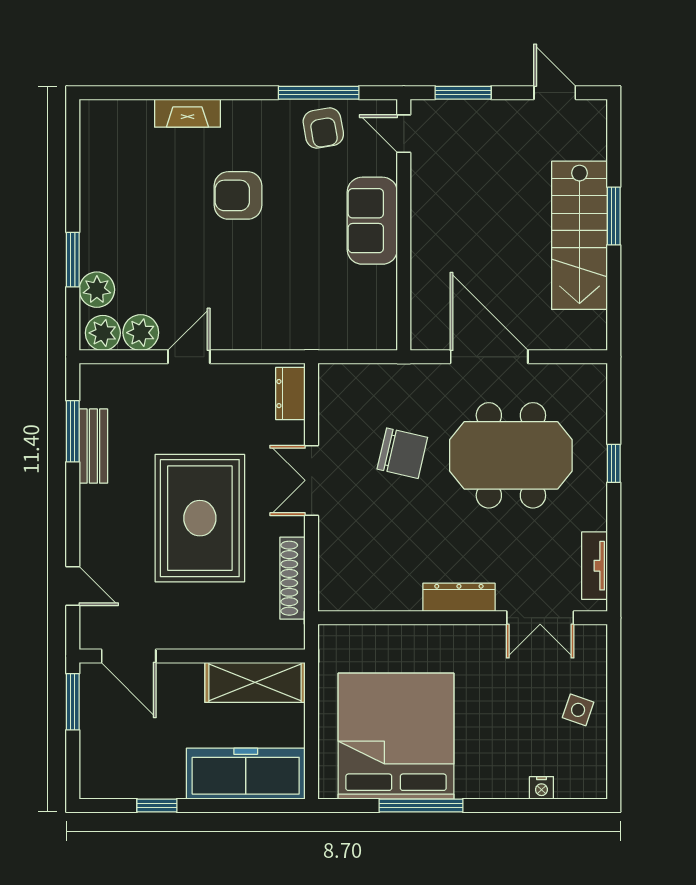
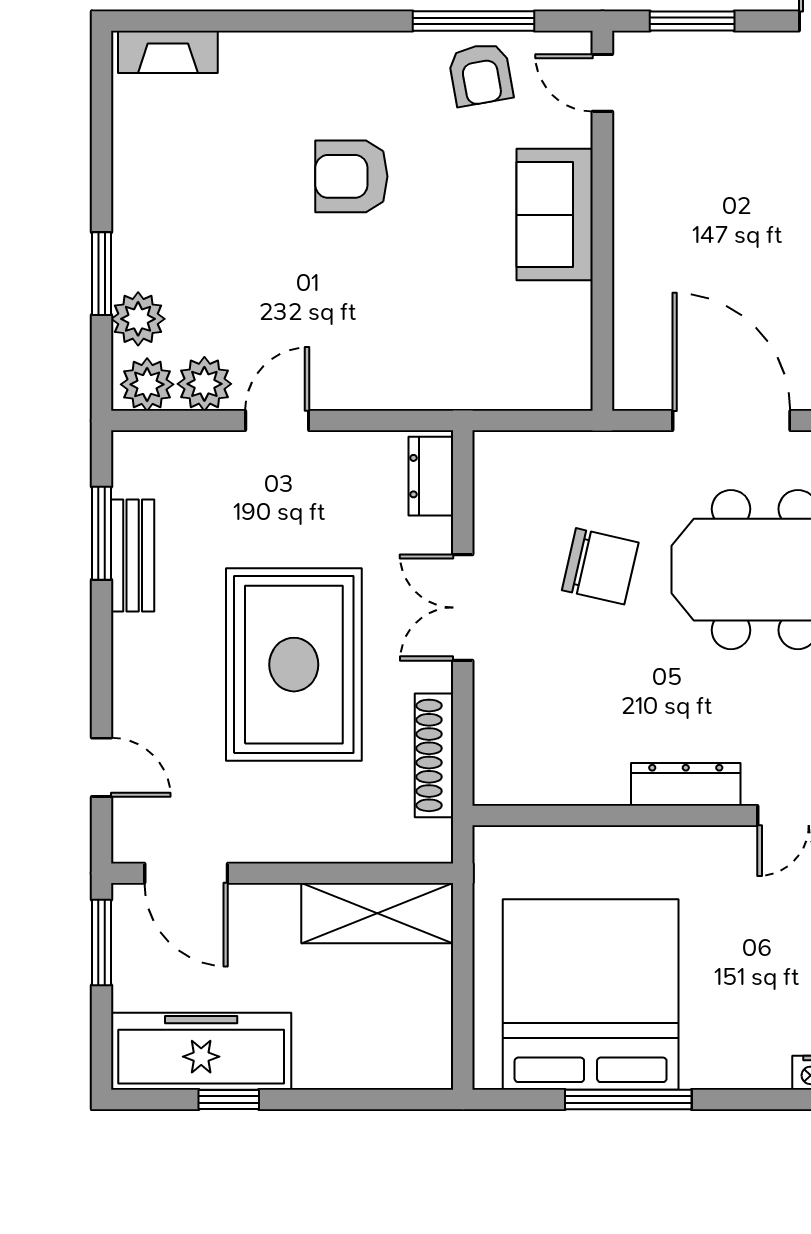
fireplace: (187, 113) -> (168, 52), moved
freezer: (246, 774) -> (201, 1051), moved

